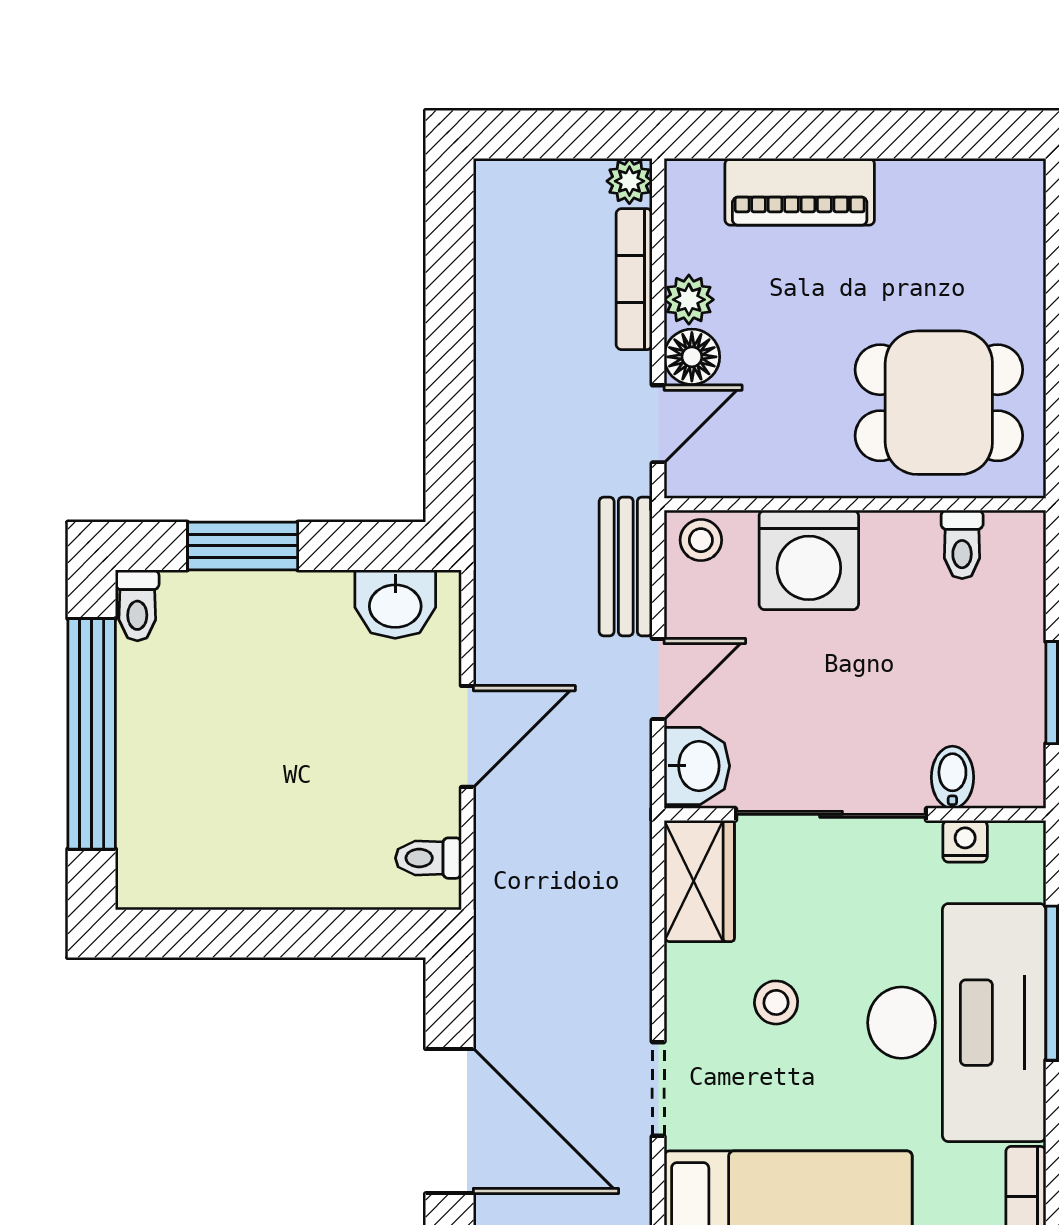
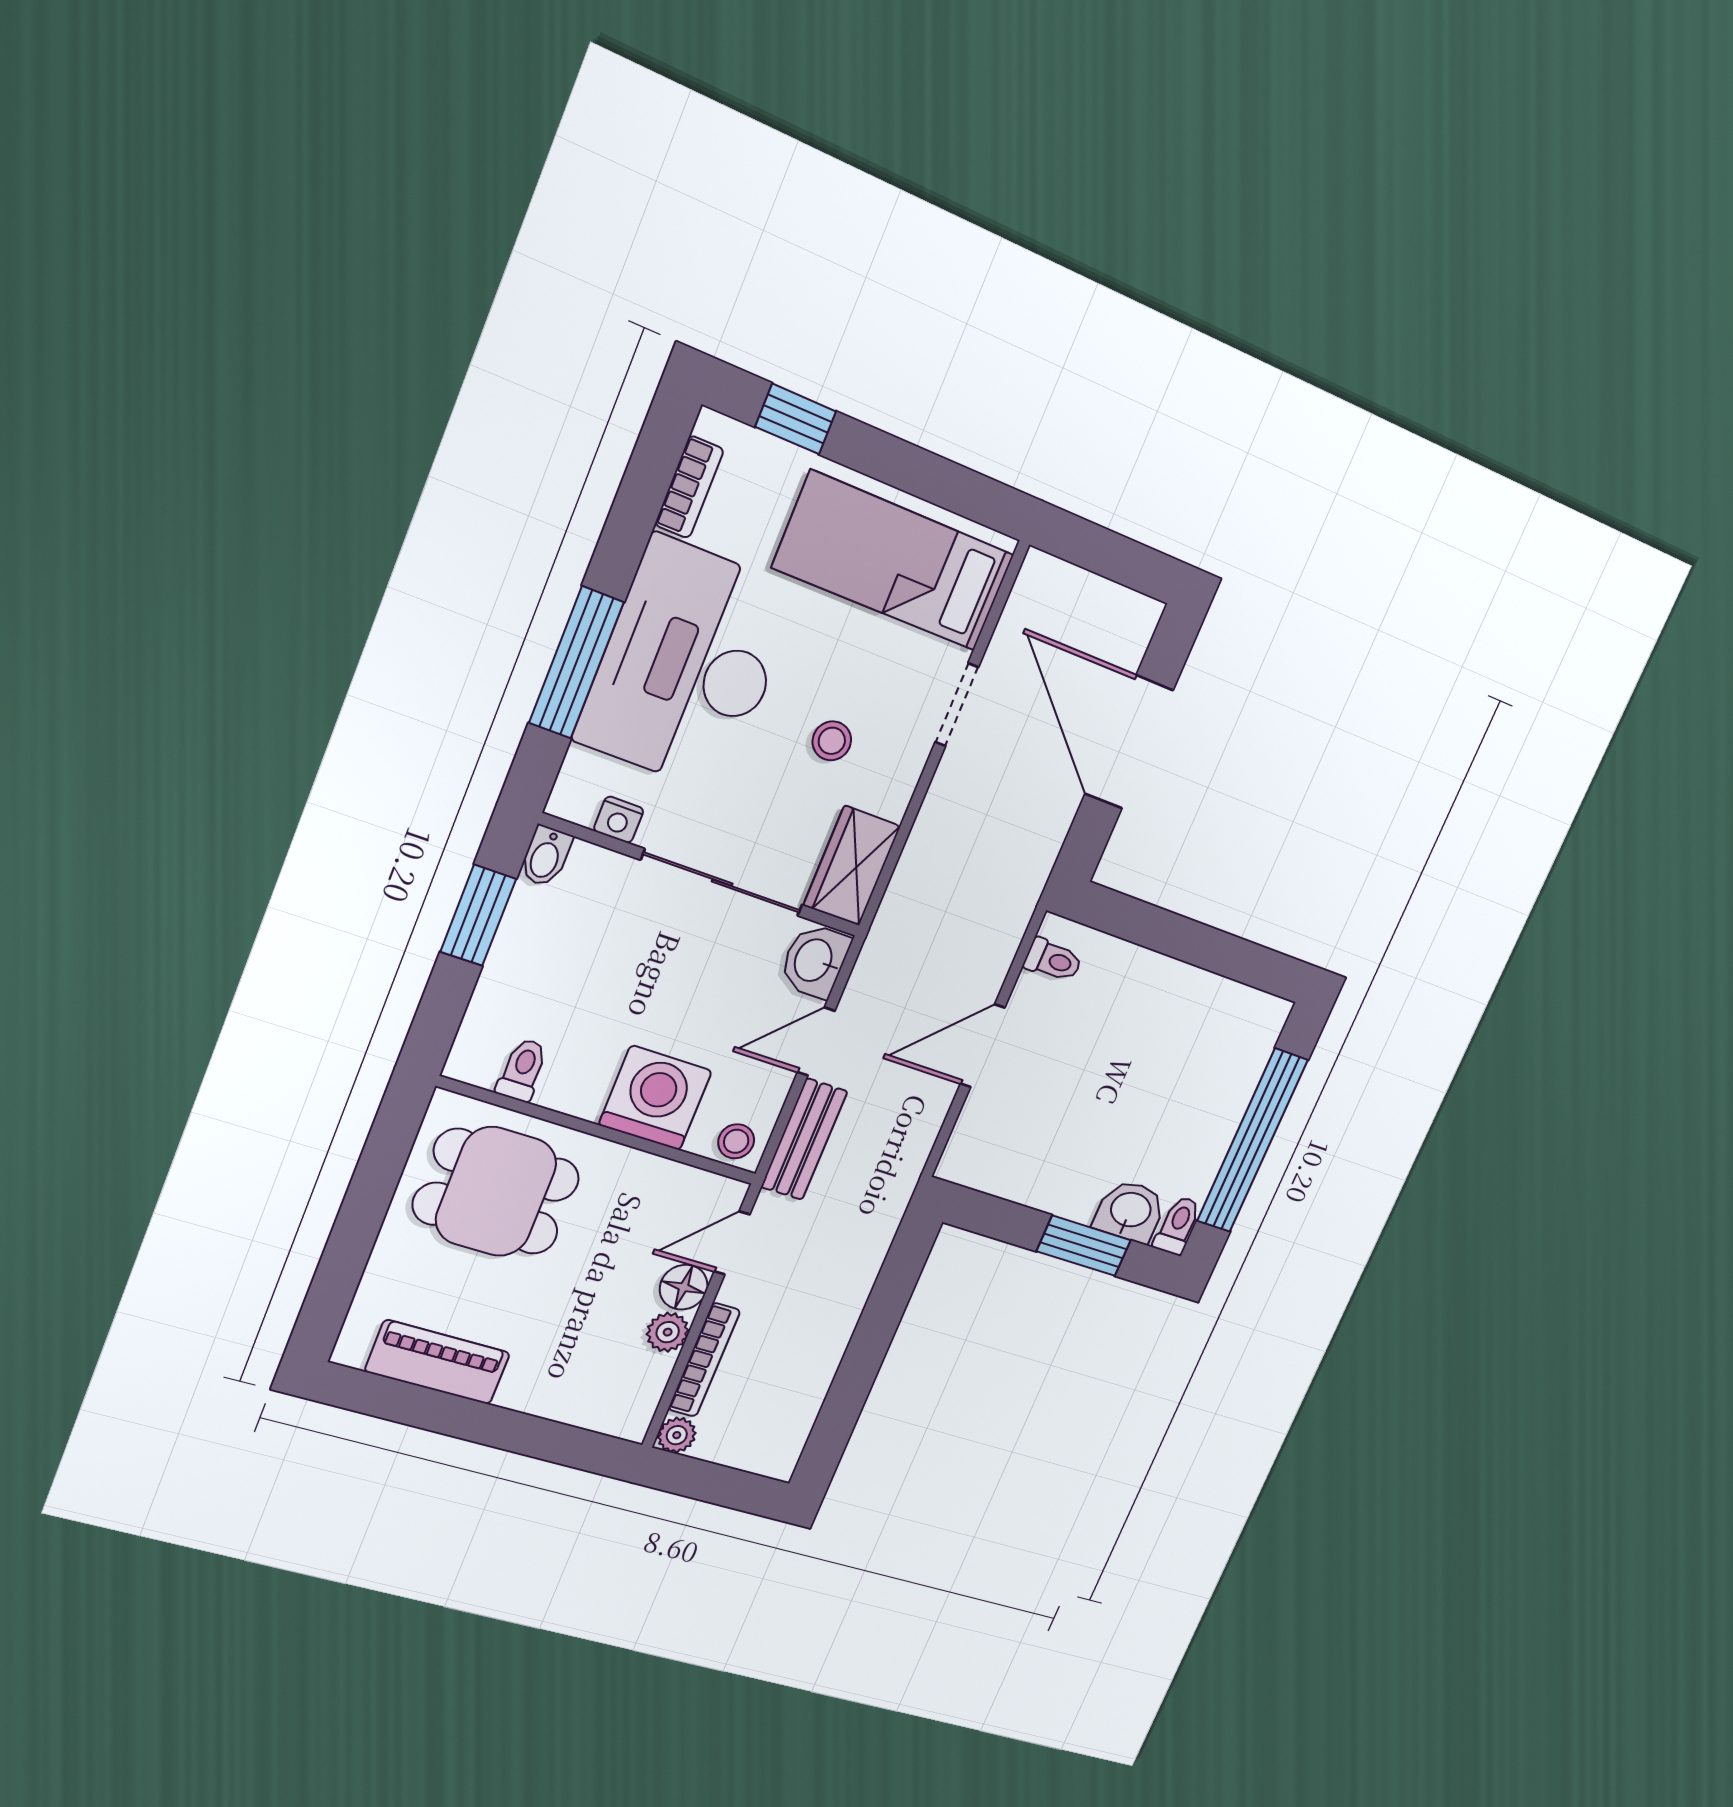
piano: (800, 192) -> (438, 1362), moved
washbasin: (395, 604) -> (1130, 1211), moved
bidet: (952, 777) -> (546, 856), moved

